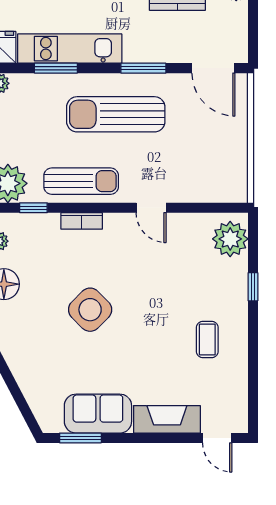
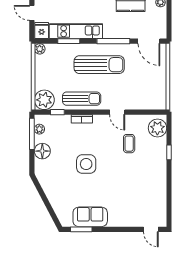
window: (143, 68) -> (113, 41), width x1.44
sun lounger: (116, 114) -> (99, 65), turned 180
side table: (90, 310) -> (86, 164), turned 45
coffee table: (207, 340) -> (129, 144), moved
fireplace: (167, 419) -> (125, 220), removed

